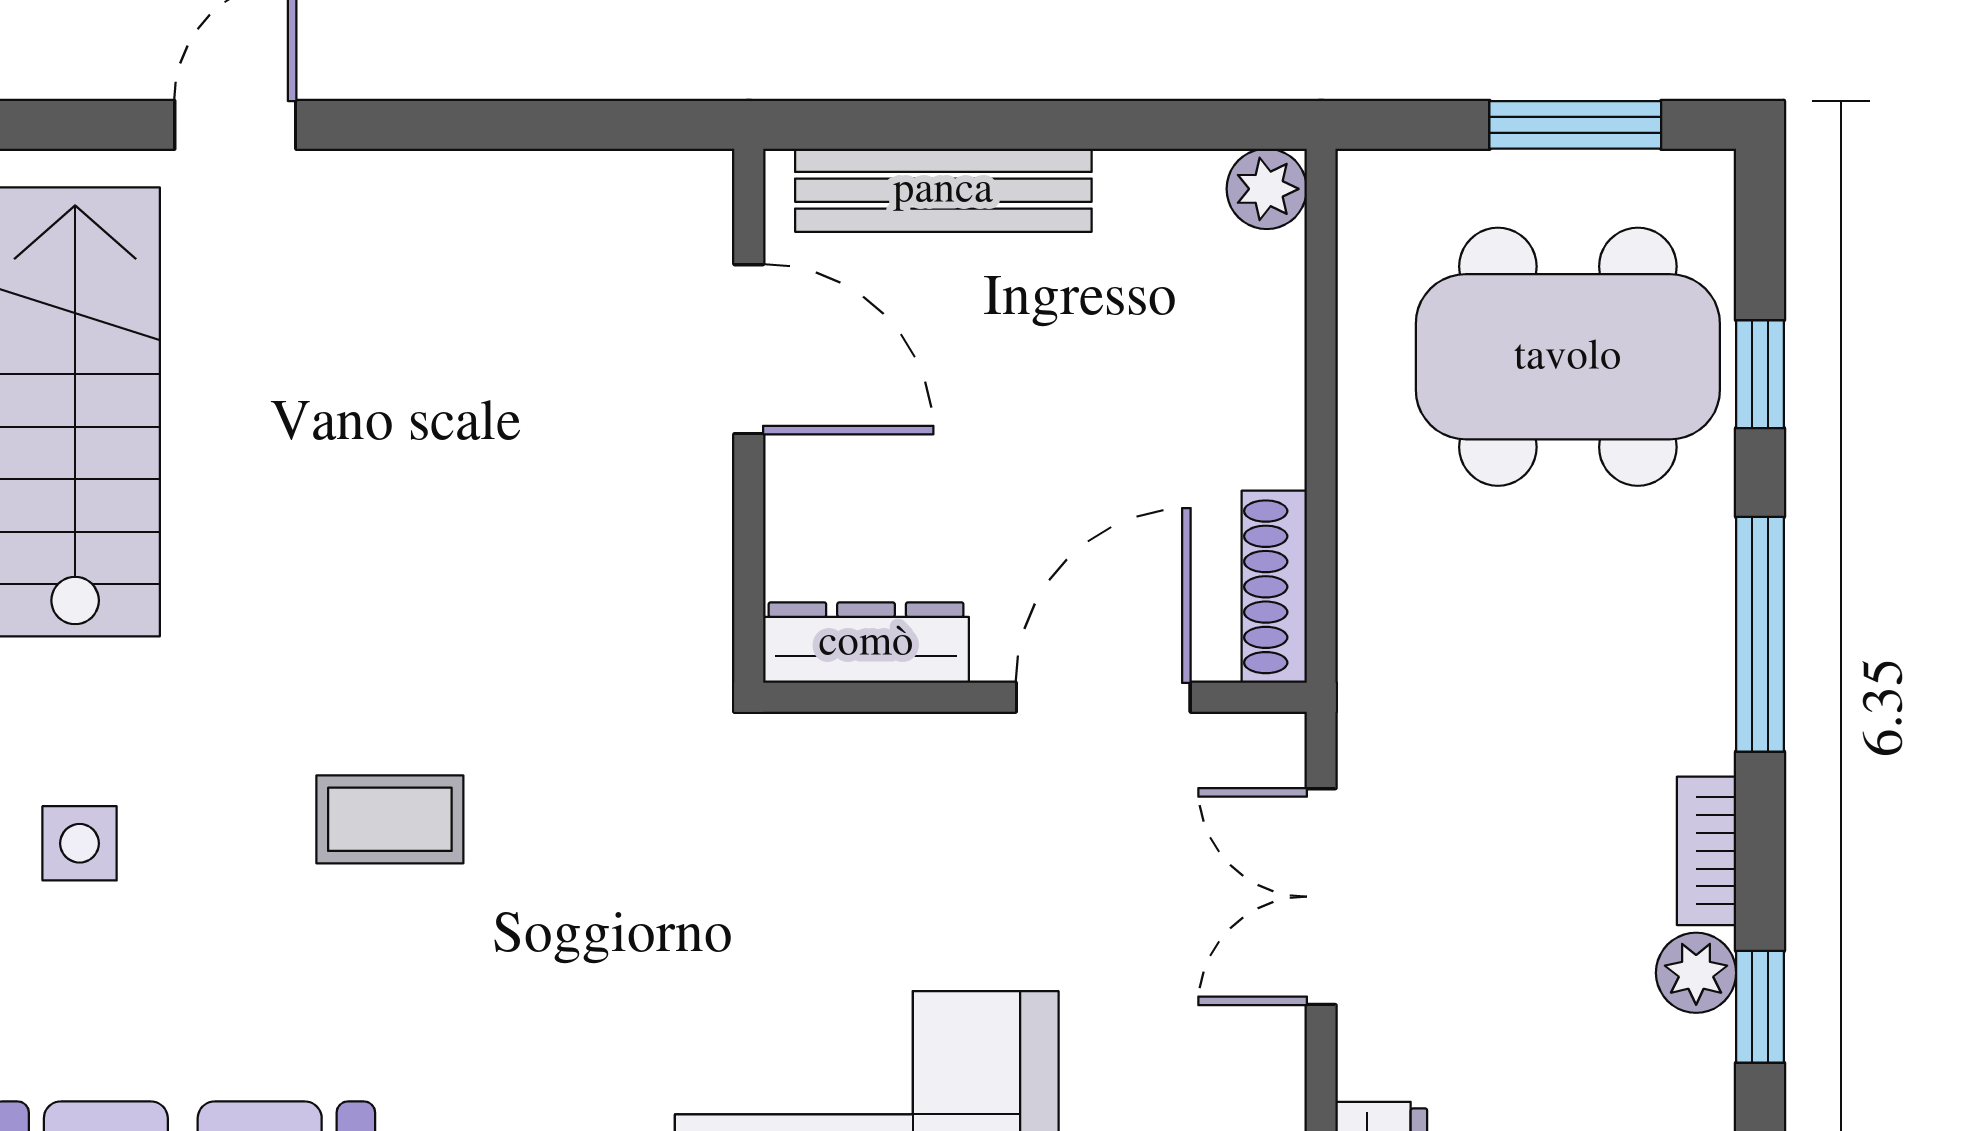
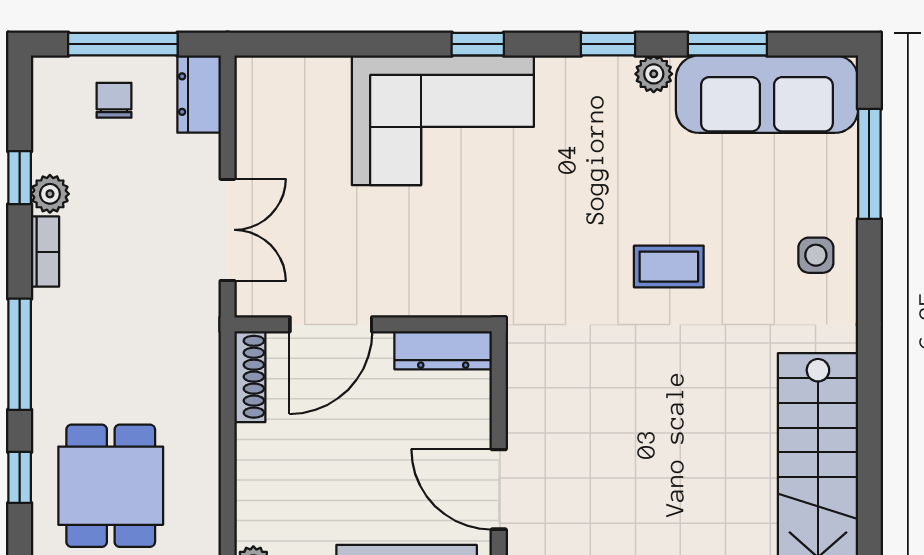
dining table: (1568, 357) -> (111, 486), width x0.73

